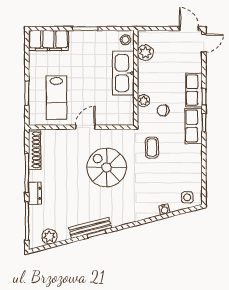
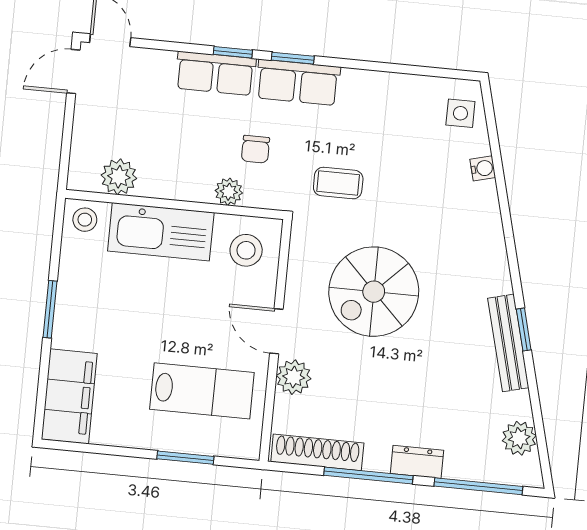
stool: (119, 111) -> (246, 250), added
plant: (66, 137) -> (294, 377), added

